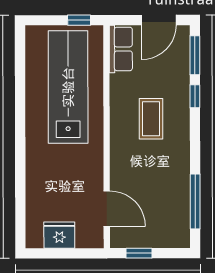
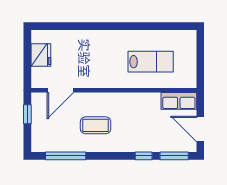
window: (79, 20) -> (200, 70), removed
lab bench: (68, 87) -> (151, 62), width x0.54, depth x0.72
coffee table: (151, 119) -> (96, 125), moved

